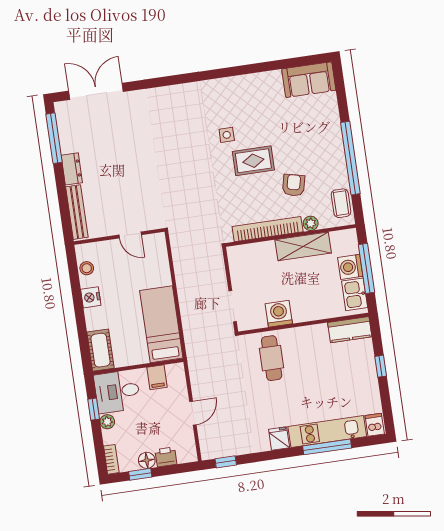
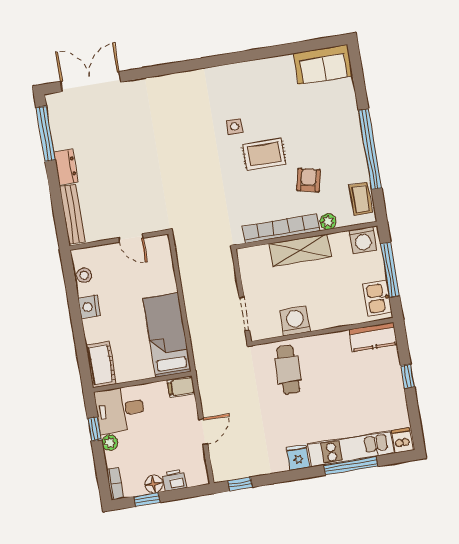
shelving: (303, 246) -> (300, 250), moved
washing machine: (350, 267) -> (363, 240), moved, turned -90
filing cabinet: (157, 377) -> (181, 387), moved, turned 90

